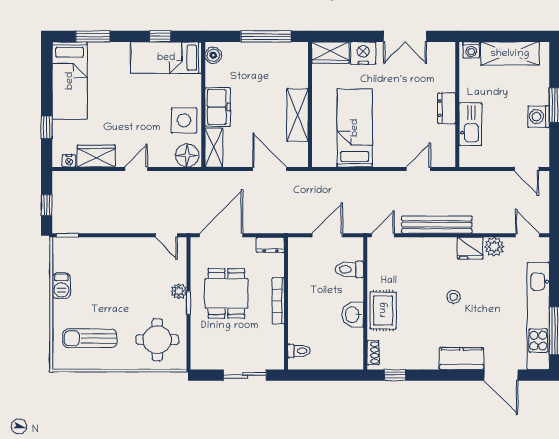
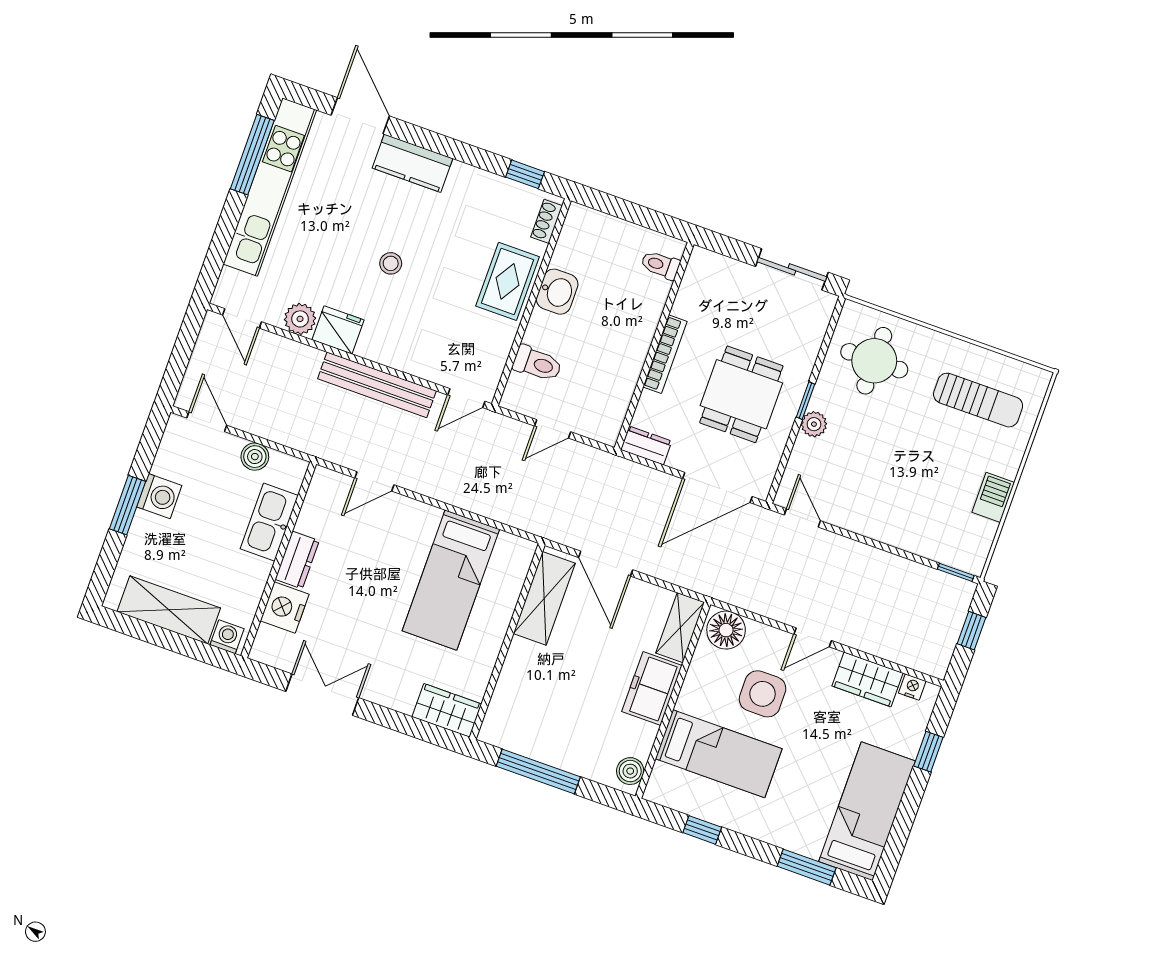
nightstand: (363, 53) -> (285, 608), moved, turned 90
bed: (166, 58) -> (719, 754), moved
shelving: (298, 115) -> (544, 598), moved
side table: (184, 120) -> (763, 694), moved
boiler: (492, 159) -> (255, 457), added
door: (327, 235) -> (553, 429), width x0.73
sliding door: (245, 375) -> (792, 269), moved

